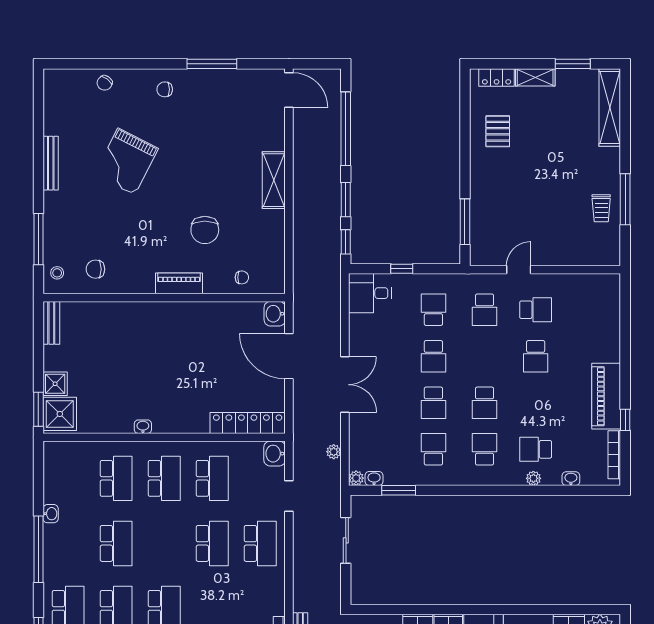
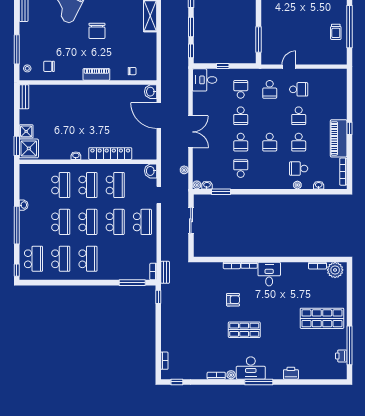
window: (625, 199) -> (349, 27), width x1.46
chair: (205, 230) -> (97, 31), moved
window: (625, 420) -> (349, 128), moved
locker: (248, 423) -> (110, 154), moved
school desk: (485, 449) -> (299, 142), moved, turned 180
school desk: (164, 543) -> (88, 222), added

